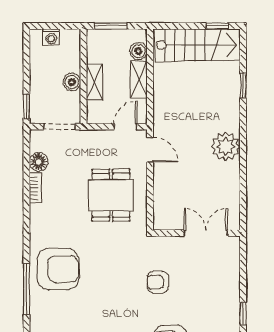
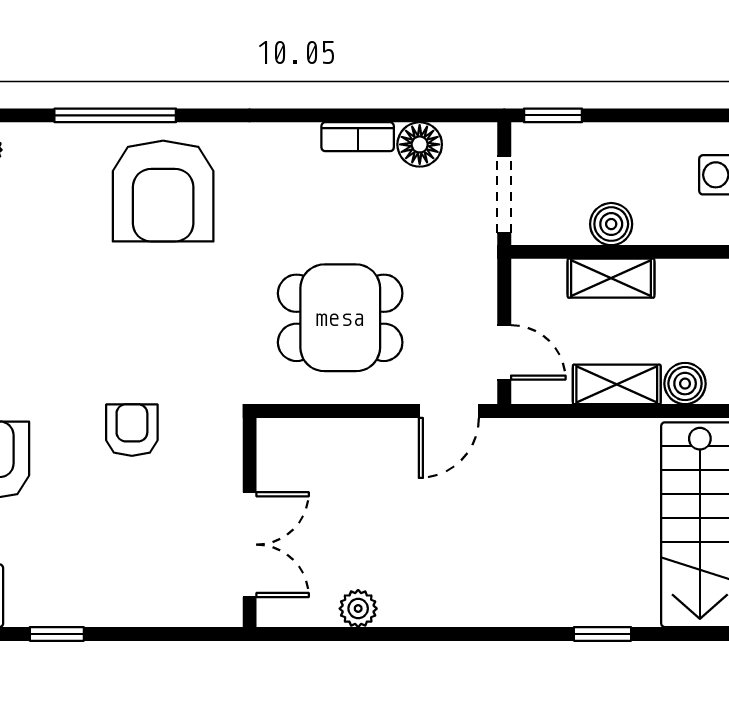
plant: (226, 147) -> (358, 609), moved, width x0.53, depth x0.53

